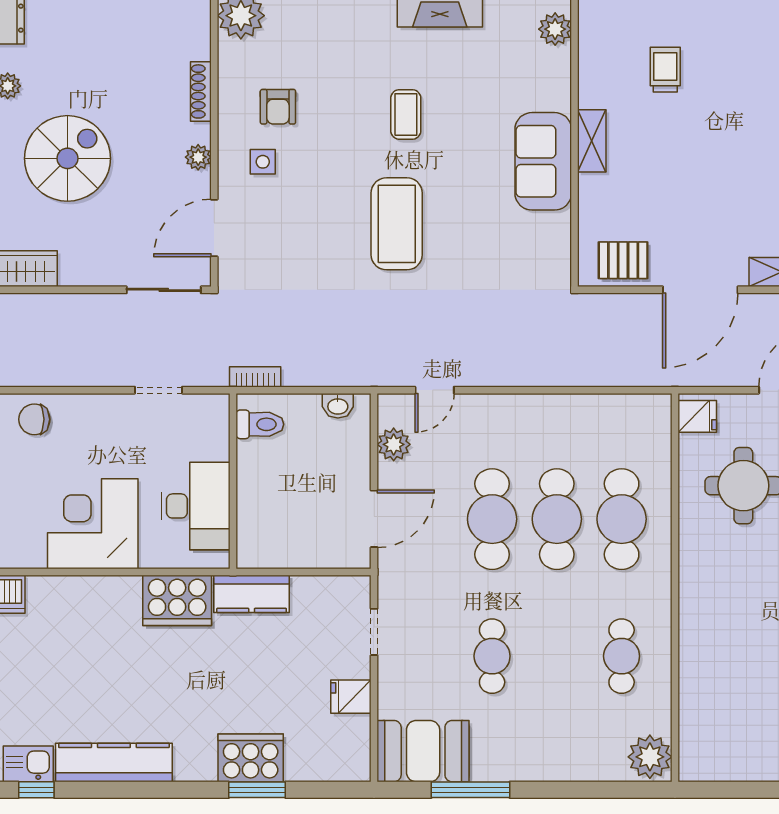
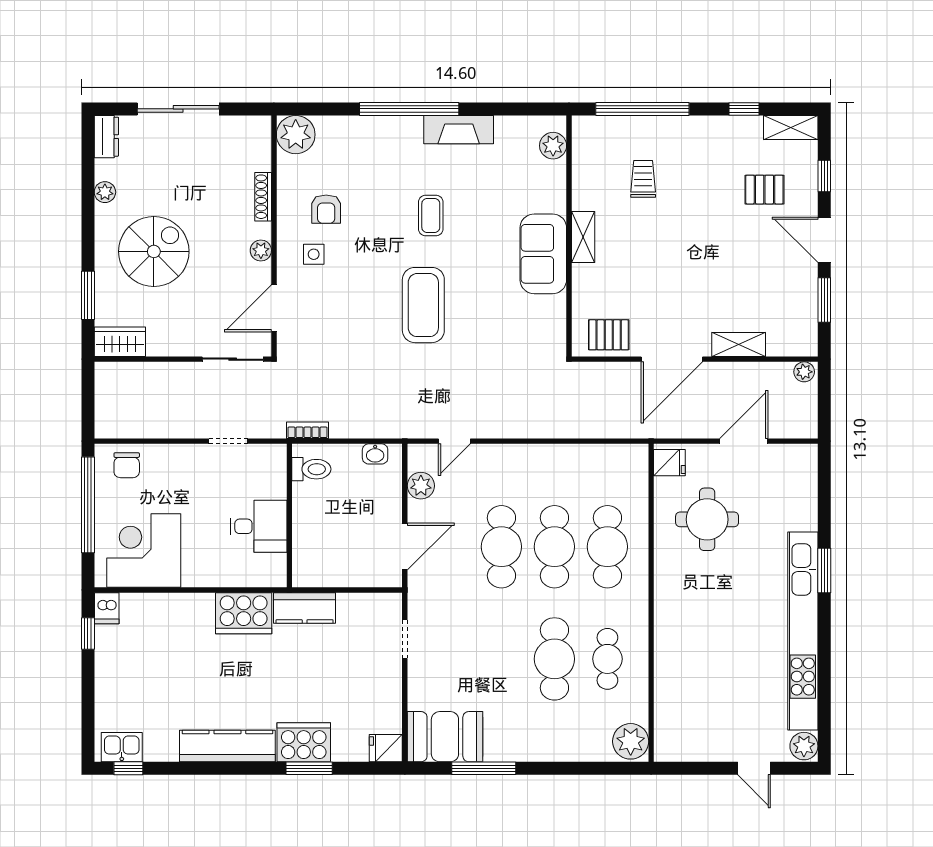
chair: (34, 419) -> (127, 465), turned -90
desk: (195, 506) -> (259, 526), width x0.73
corner desk: (93, 524) -> (144, 550), moved
cafe table: (492, 656) -> (554, 659), moved, width x1.37, depth x1.35
fridge: (351, 697) -> (386, 748), moved
kitchen counter: (114, 762) -> (227, 746), moved

